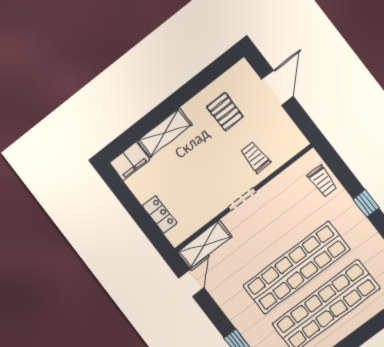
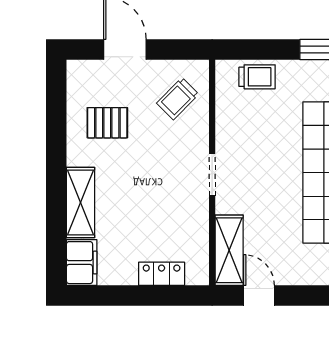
trolley: (255, 157) -> (178, 99), moved, turned -43

